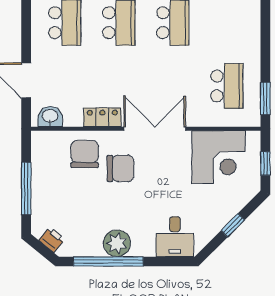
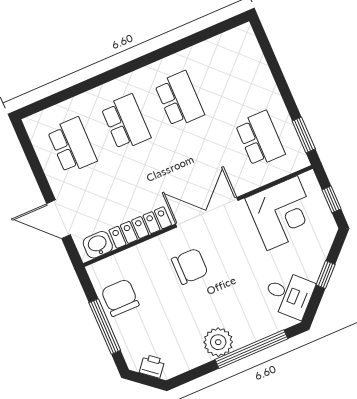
locker: (102, 117) -> (140, 228), width x1.53
chair: (85, 154) -> (120, 298), moved
desk: (175, 237) -> (289, 294), moved, turned -45
window: (108, 261) -> (251, 349), moved

